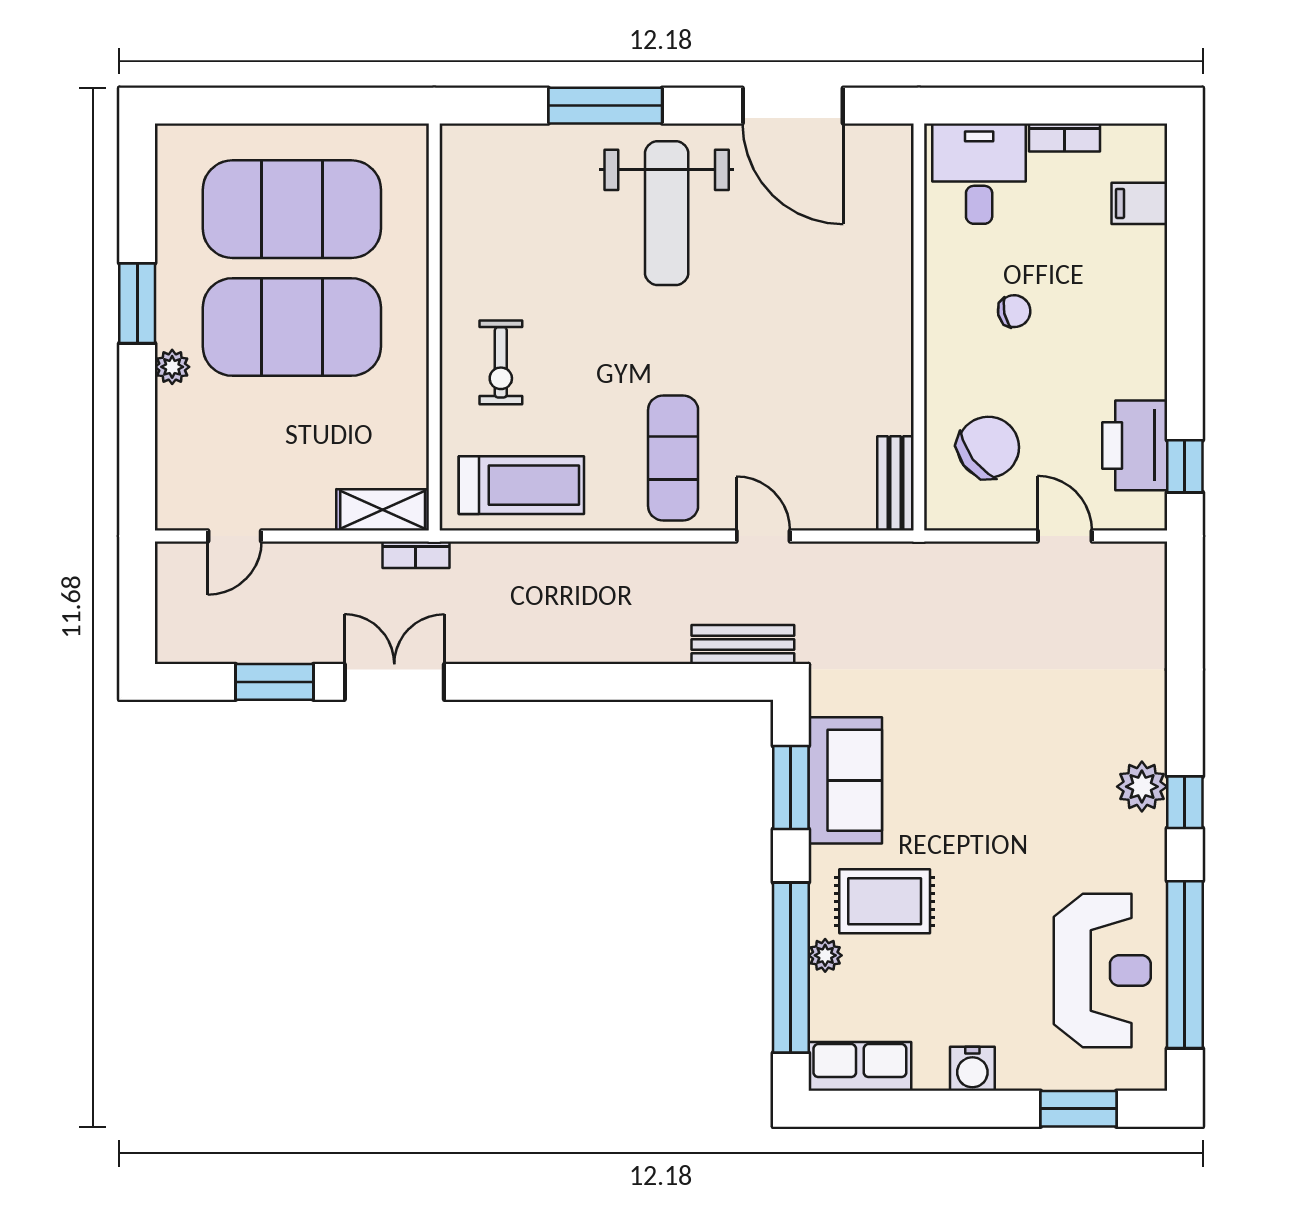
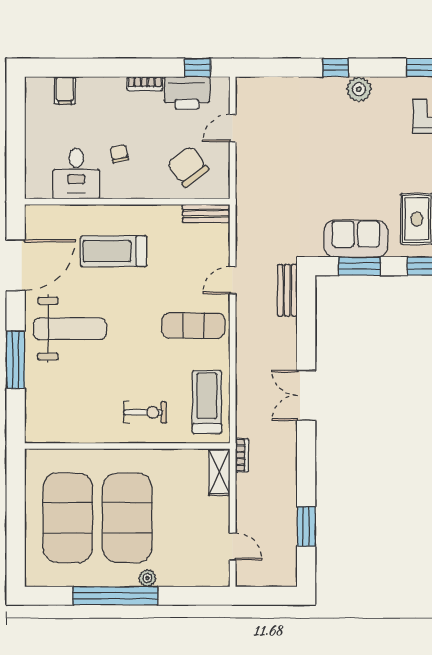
bookcase: (1065, 137) -> (145, 84), moved, turned 90
desk: (979, 174) -> (76, 174), moved, turned -90
treadmill: (820, 300) -> (114, 251), added
window: (137, 303) -> (115, 596), width x2.11
double door: (394, 682) -> (306, 395), moved
window: (1185, 802) -> (336, 68), moved

